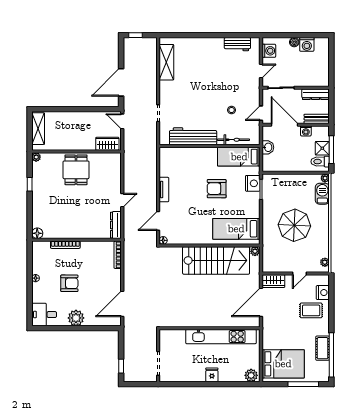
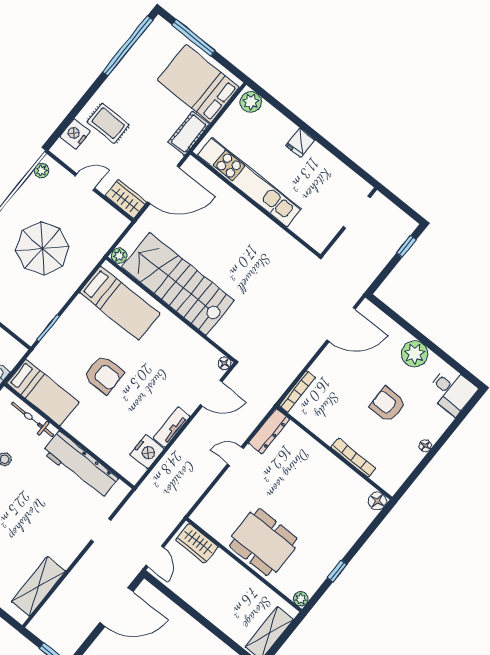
dining table: (76, 170) -> (263, 542), width x1.37
nightstand: (253, 183) -> (147, 452), moved, turned 180
cot: (323, 348) -> (189, 133), moved

